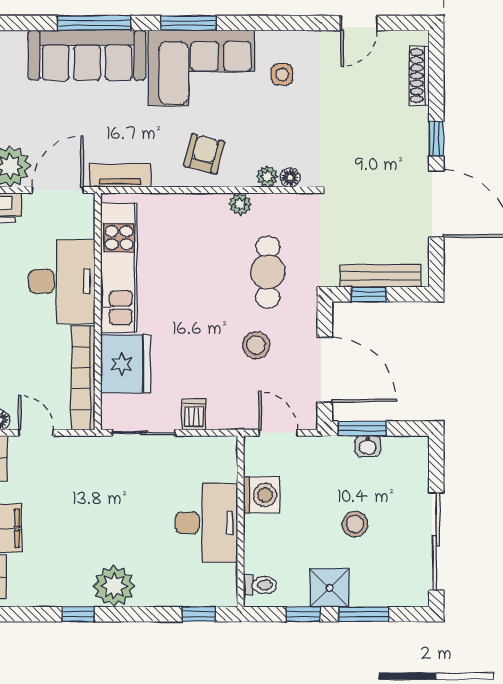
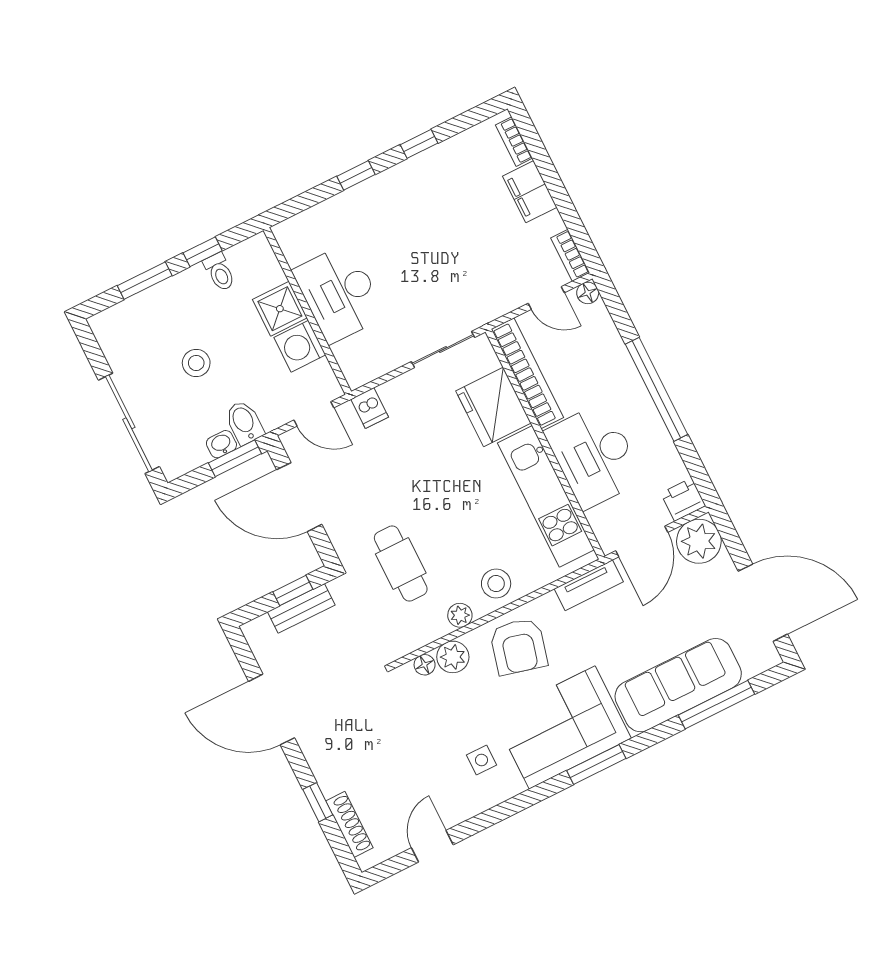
window: (94, 23) -> (717, 705), moved
window: (436, 139) -> (318, 802), moved
armchair: (204, 154) -> (519, 646), width x1.38, depth x1.38
plant: (267, 176) -> (453, 657), width x1.38, depth x1.38
bench: (380, 276) -> (301, 608), width x0.73
stool: (256, 345) -> (496, 584), moved
dishwasher: (194, 414) -> (370, 408), moved
bidet: (340, 455) -> (244, 422), added
sliding door: (436, 541) -> (129, 423), moved
toilet: (260, 585) -> (219, 272), moved, turned -90
plant: (114, 586) -> (398, 188), removed
shower: (329, 588) -> (280, 309), moved
window: (199, 614) -> (356, 175), moved

